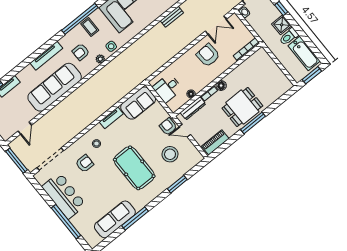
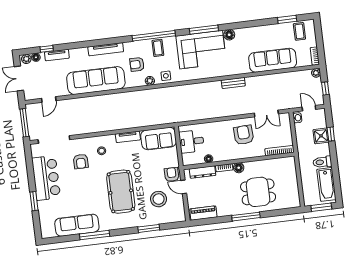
shower: (282, 25) -> (321, 136), moved
dining table: (242, 107) -> (258, 192), moved
armchair: (85, 164) -> (81, 161), turned 90
window: (66, 222) -> (34, 201), width x0.47

